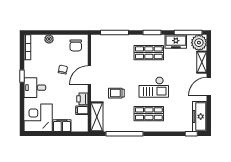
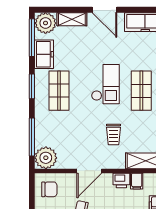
plant: (99, 43) -> (46, 158), added
door: (89, 75) -> (89, 171), hinge flipped

